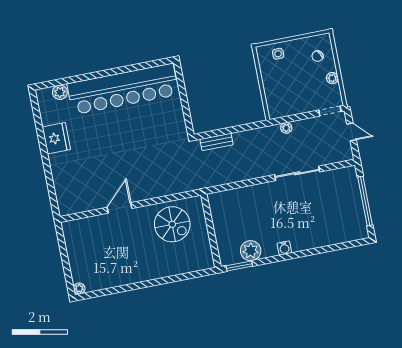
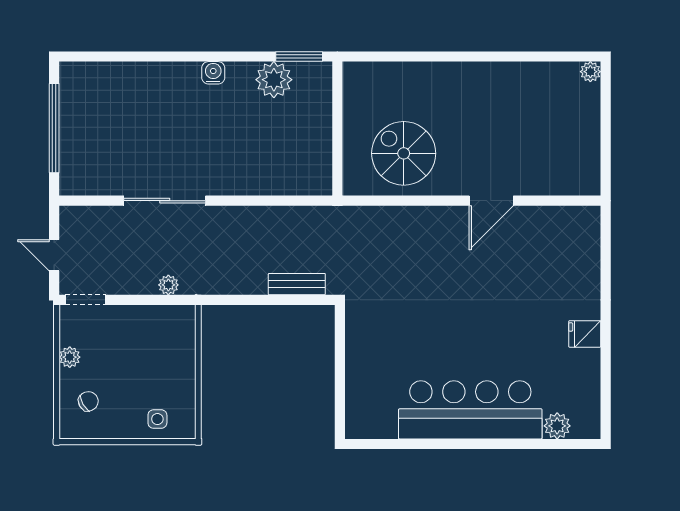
bar counter: (123, 89) -> (470, 410), width x0.73
fridge: (56, 138) -> (585, 334), width x0.53, depth x0.75

